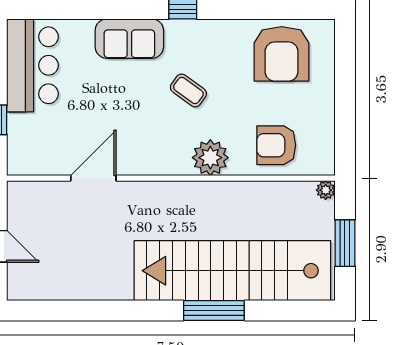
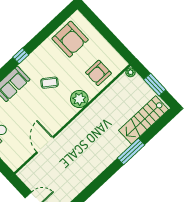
stairs: (232, 271) -> (144, 120), width x0.54, depth x0.66

